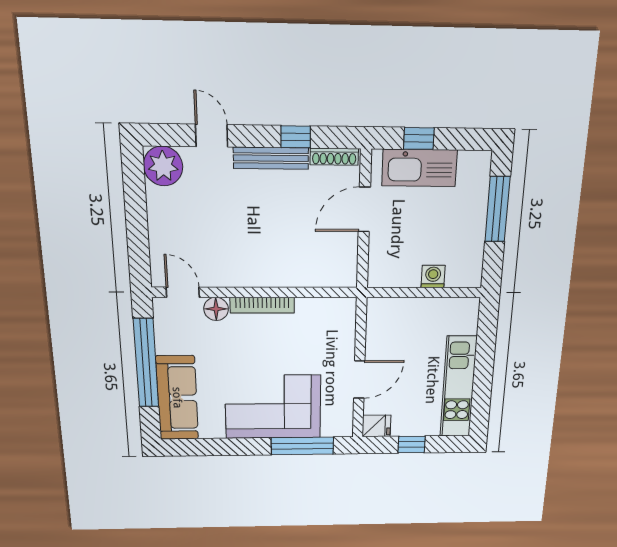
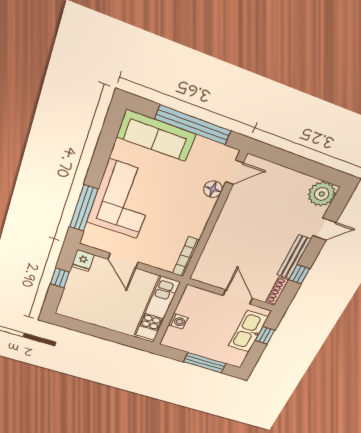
bookcase: (262, 305) -> (186, 257), moved
kitchen unit: (458, 387) -> (157, 309), moved, turned -90

